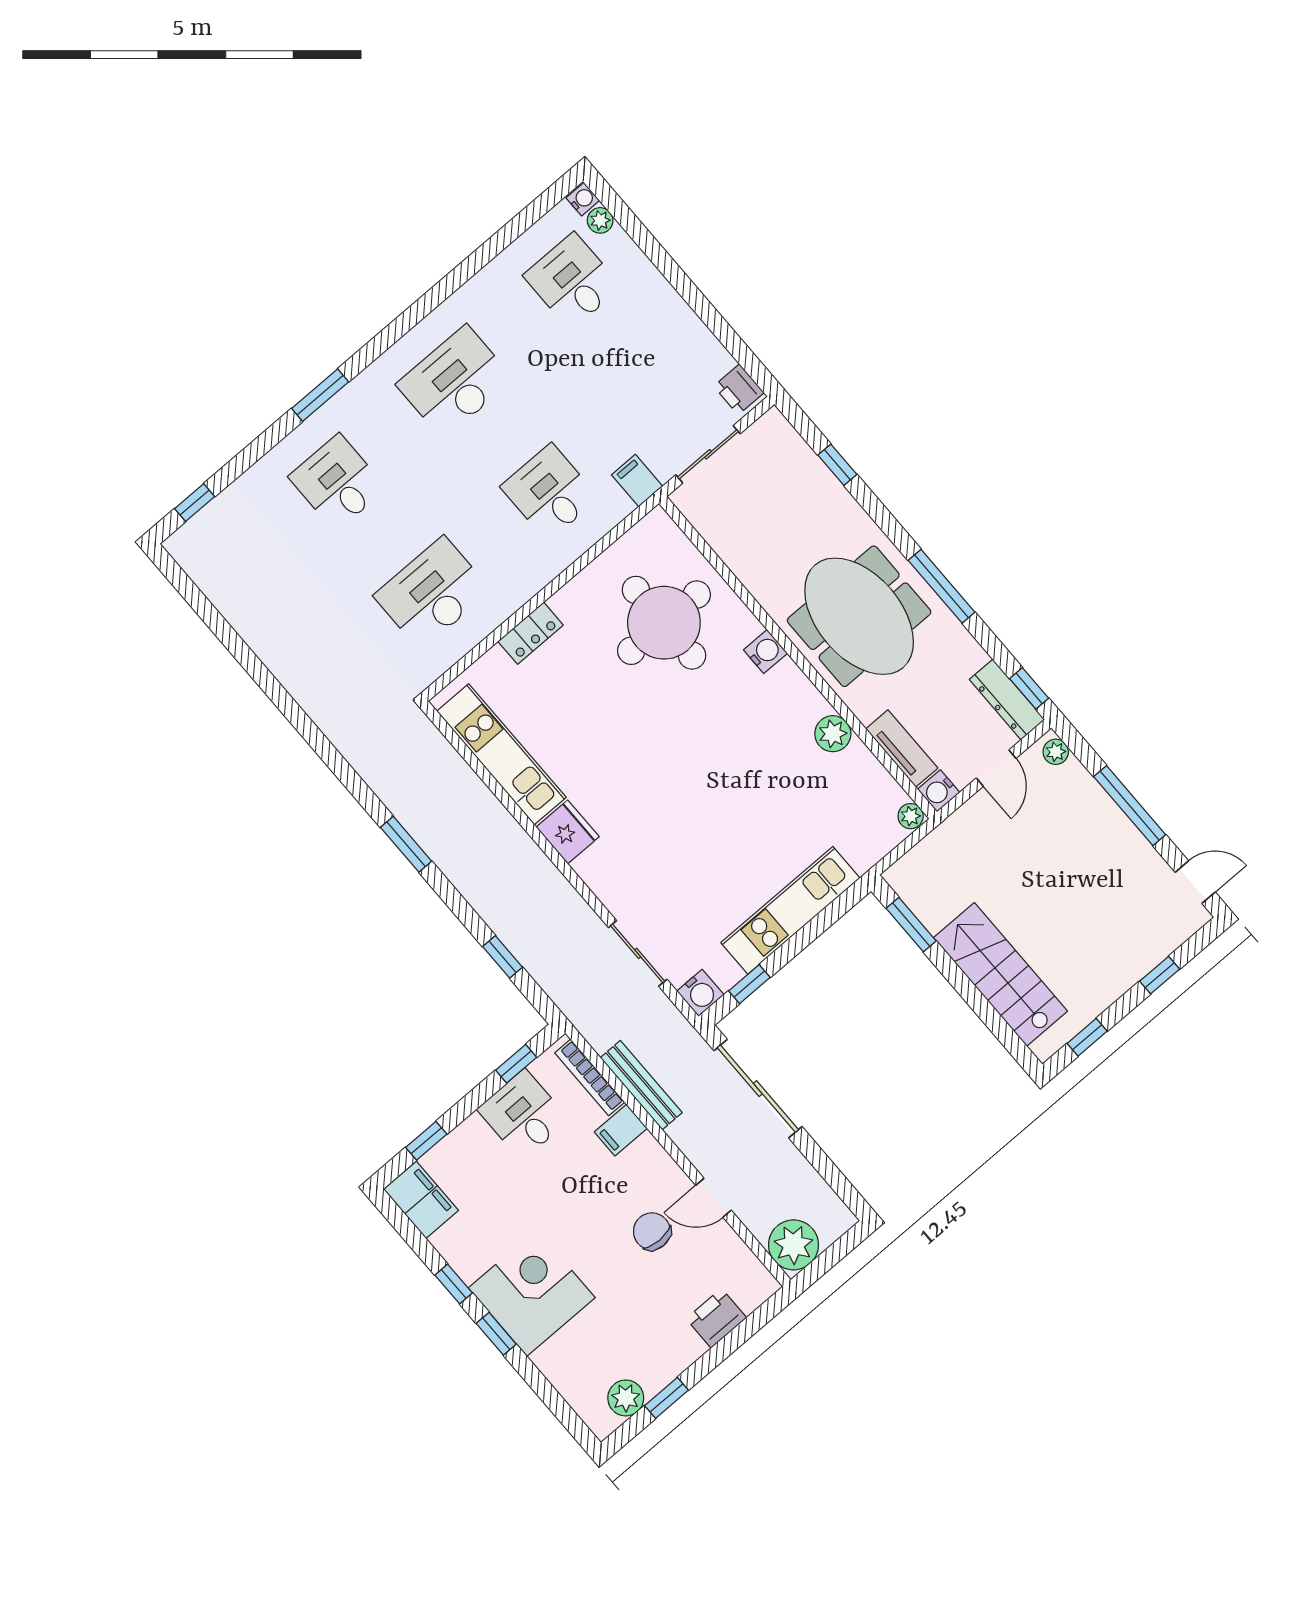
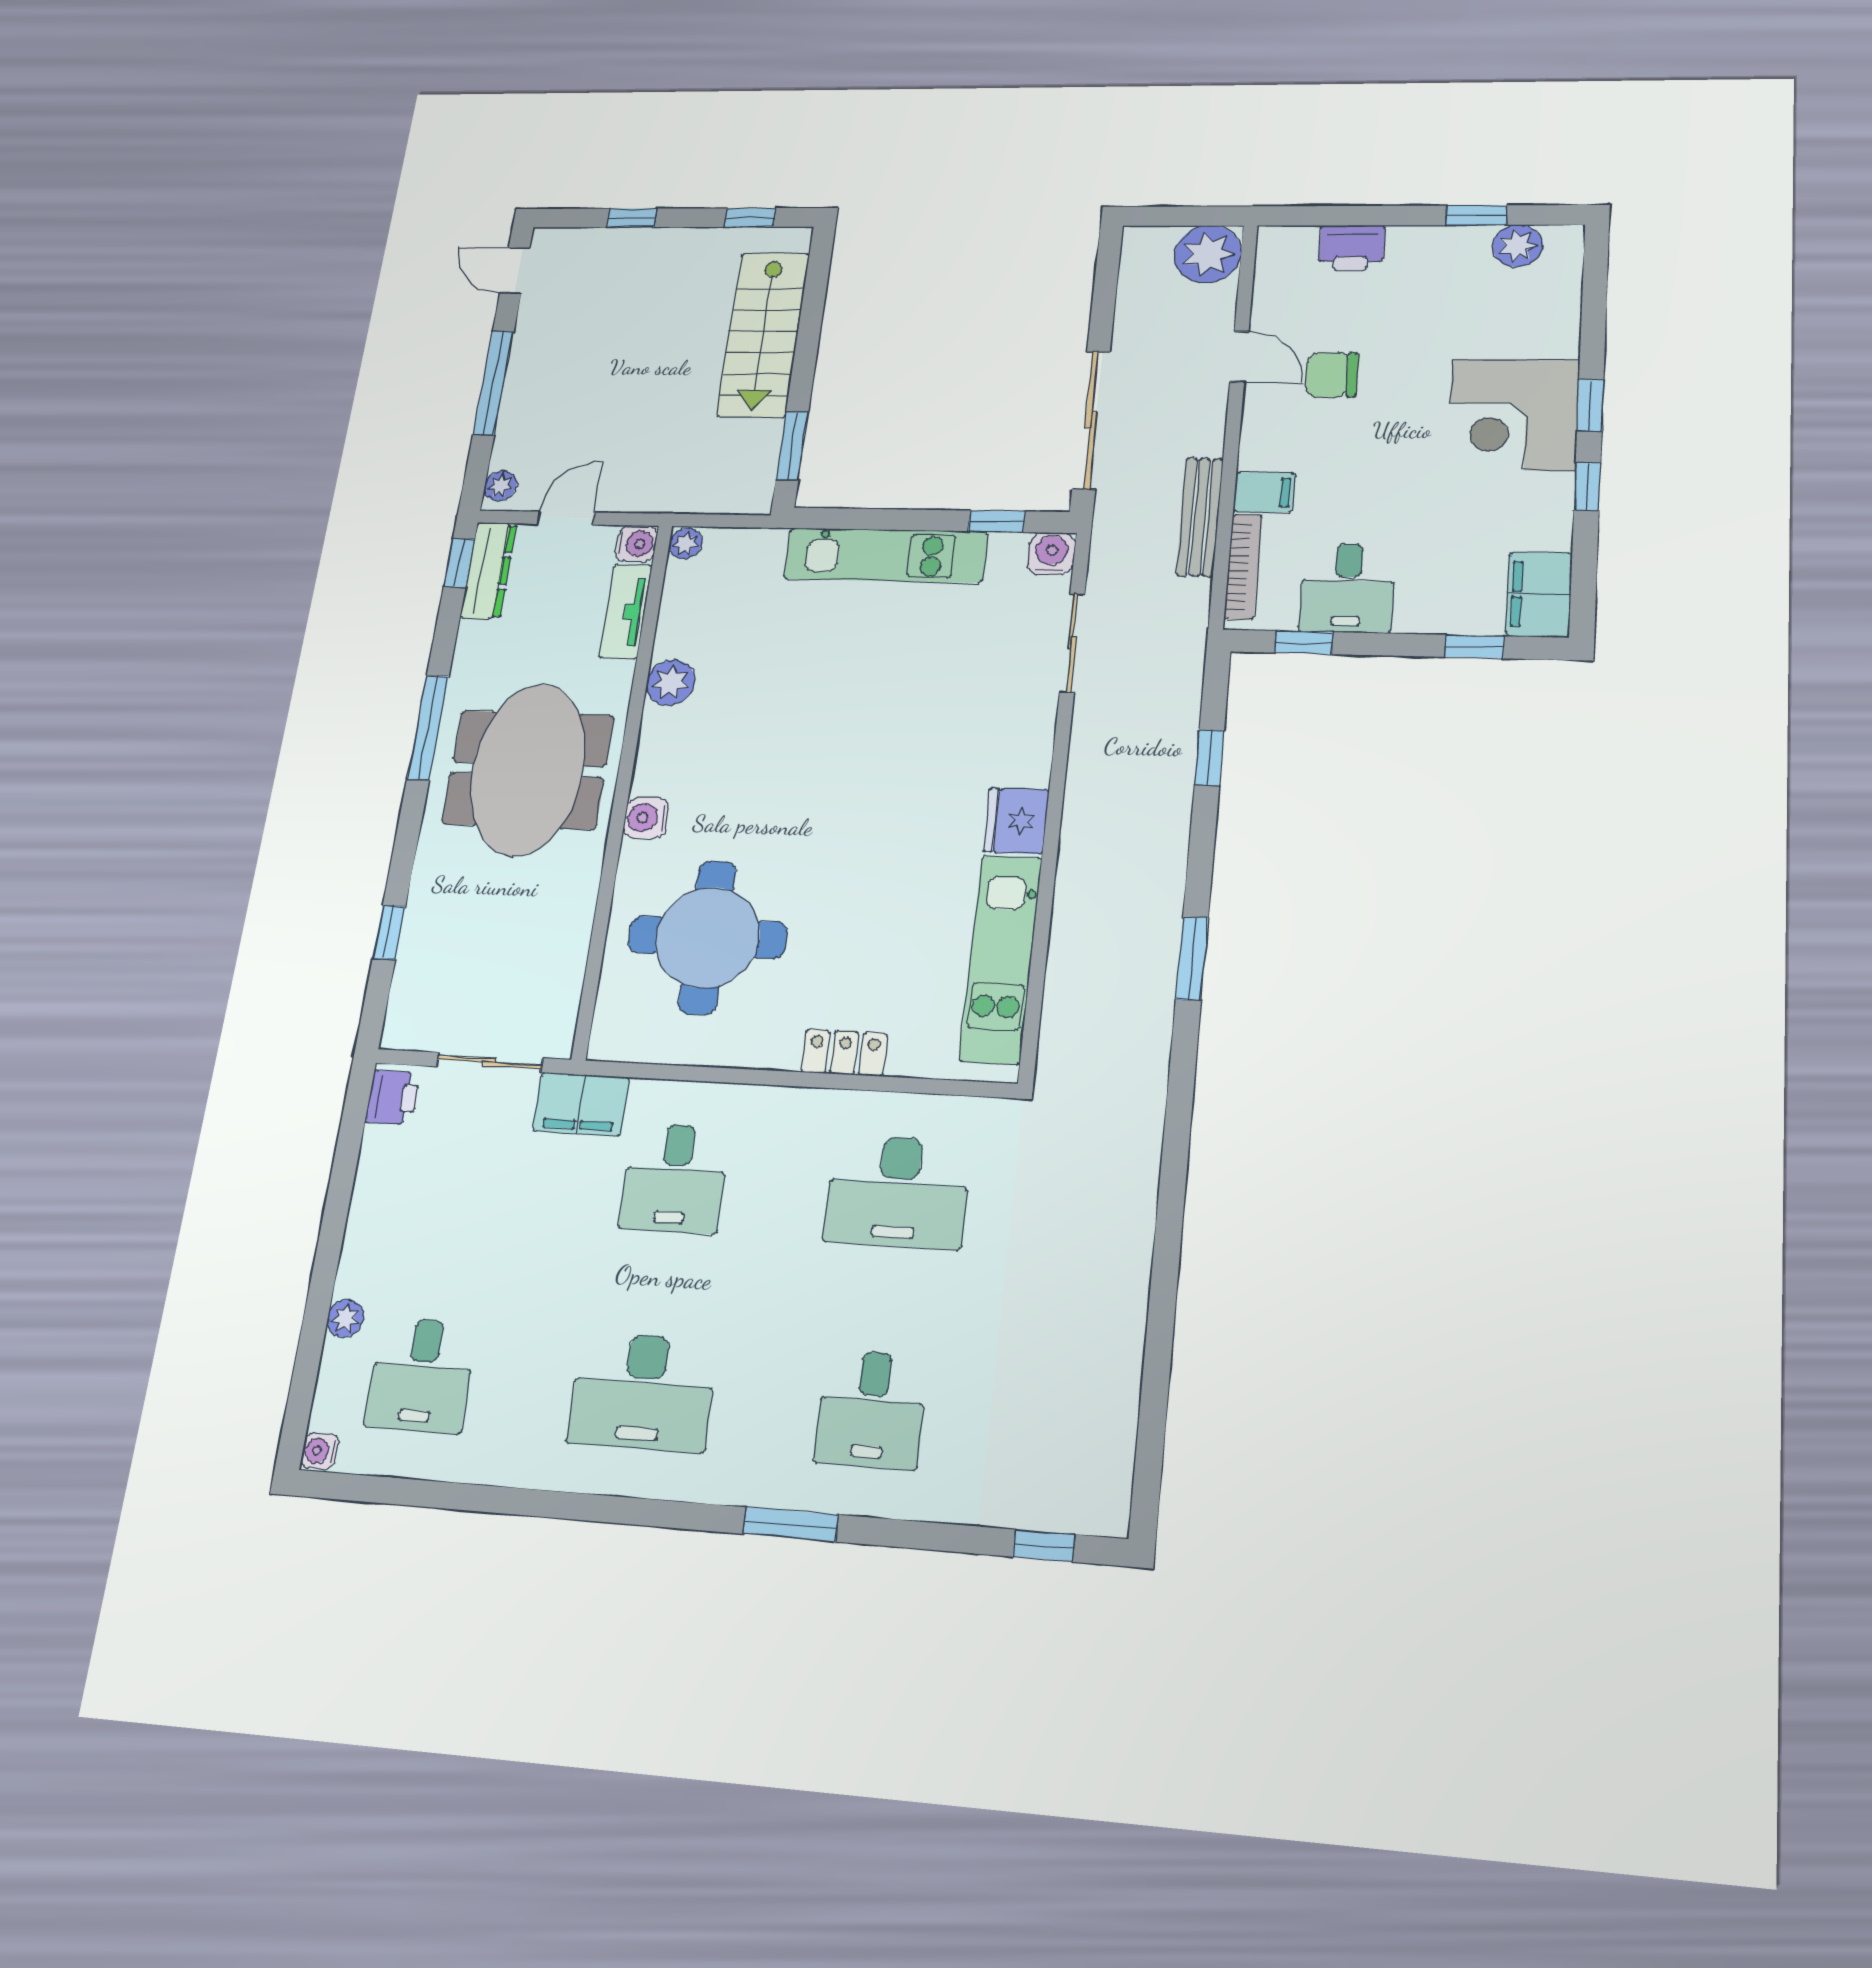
plant: (600, 220) -> (345, 1318), moved
filing cabinet: (637, 481) -> (581, 1104), width x2.00
chair: (652, 1231) -> (1332, 375), turned 90

